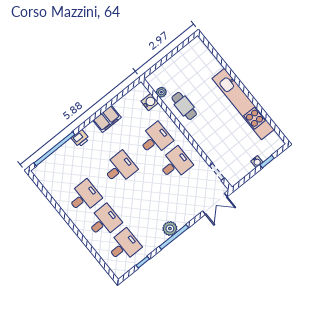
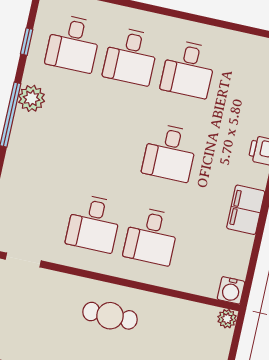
plant: (161, 92) -> (227, 319), moved
water cooler: (150, 102) -> (231, 290), moved
cafe table: (184, 106) -> (110, 316), moved
plant: (170, 229) -> (31, 98), moved

